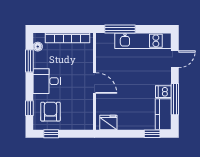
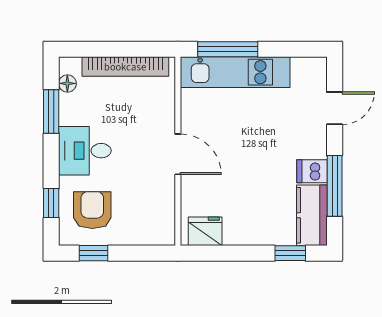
kitchen unit: (143, 41) -> (235, 72), moved

